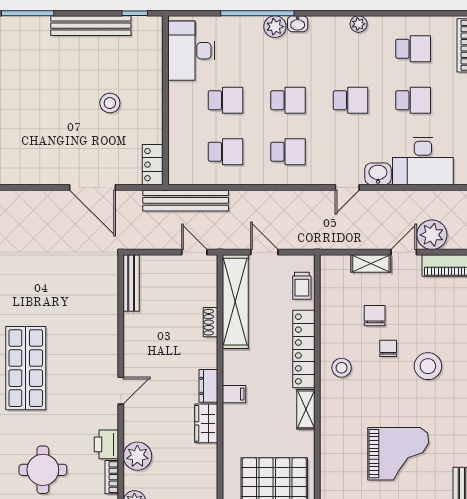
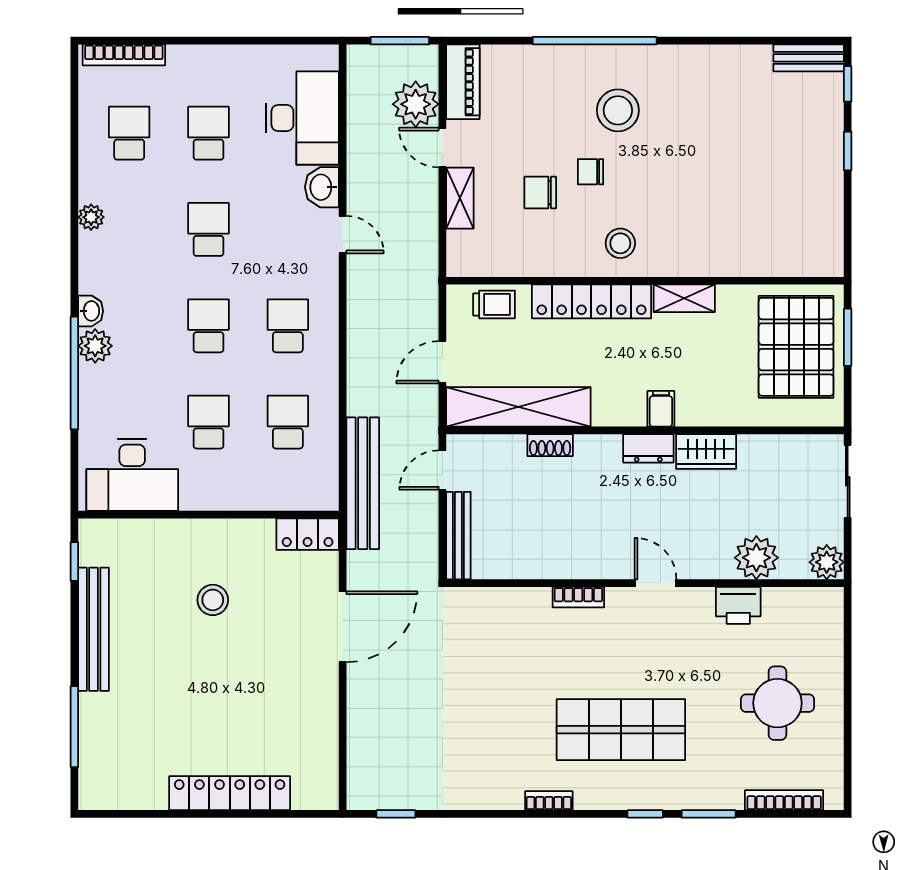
bench: (131, 283) -> (458, 536), moved, turned 90
grand piano: (398, 454) -> (753, 156), removed
bookcase: (112, 477) -> (578, 597), moved

